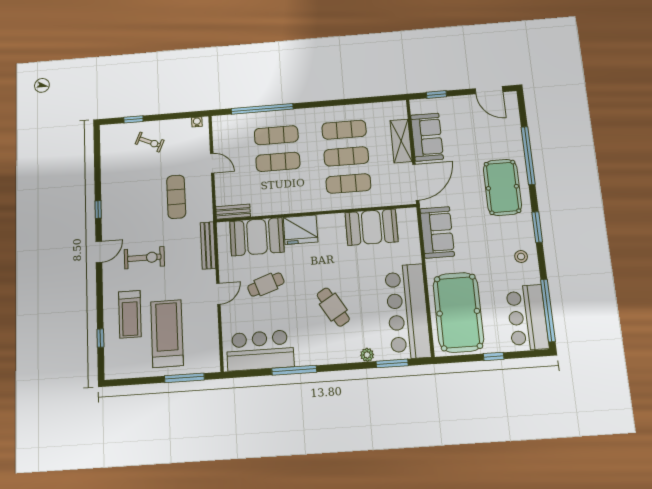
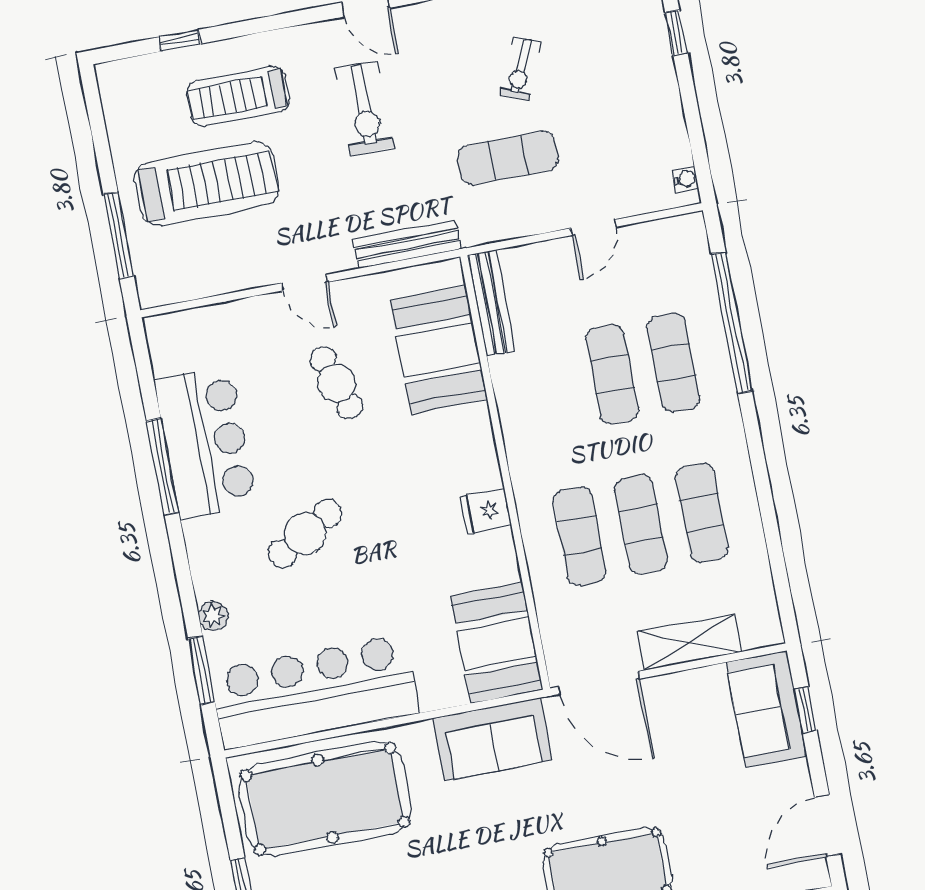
sofa: (427, 137) -> (767, 709), moved, turned 90
exercise bike: (150, 142) -> (521, 69), moved
bench: (233, 212) -> (491, 303), width x1.36
booth: (372, 227) -> (497, 643), moved
fridge: (300, 230) -> (486, 511), moved, width x0.53, depth x0.75
bar counter: (260, 350) -> (206, 443), moved

